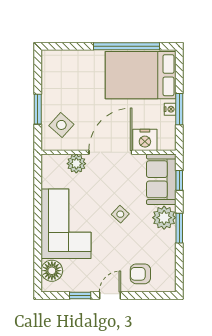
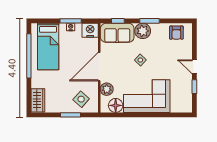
wardrobe: (59, 60) -> (38, 100), added
bed: (141, 75) -> (48, 47), width x0.67
nightstand: (145, 140) -> (90, 30), moved, turned -90
door: (110, 152) -> (99, 67), hinge flipped
floor lamp: (52, 271) -> (116, 105), moved
armchair: (140, 274) -> (176, 33), moved

